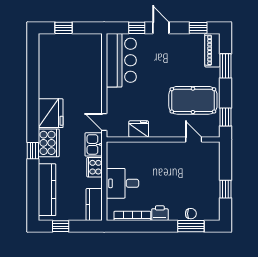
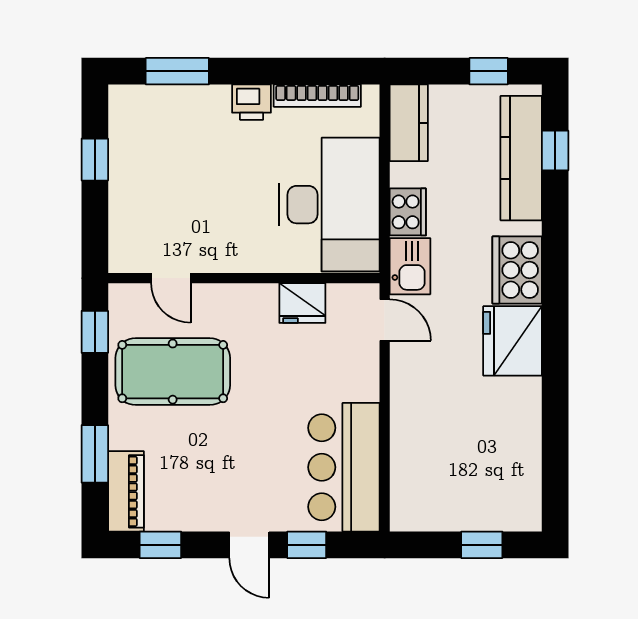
window: (33, 151) -> (555, 150), moved
desk: (122, 183) -> (330, 205), width x1.87, depth x1.30
chair: (191, 214) -> (178, 101), removed

